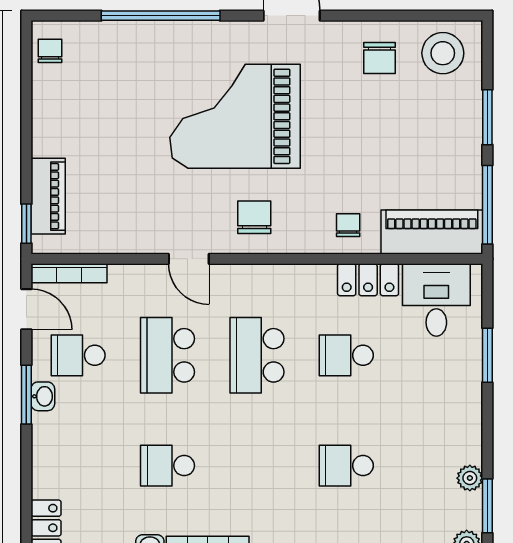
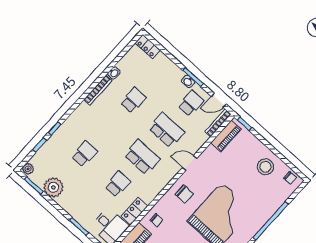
stool: (70, 114) -> (265, 167), added
piano: (48, 196) -> (226, 136), moved, turned -90
plant: (470, 478) -> (53, 187), width x1.88, depth x1.88

